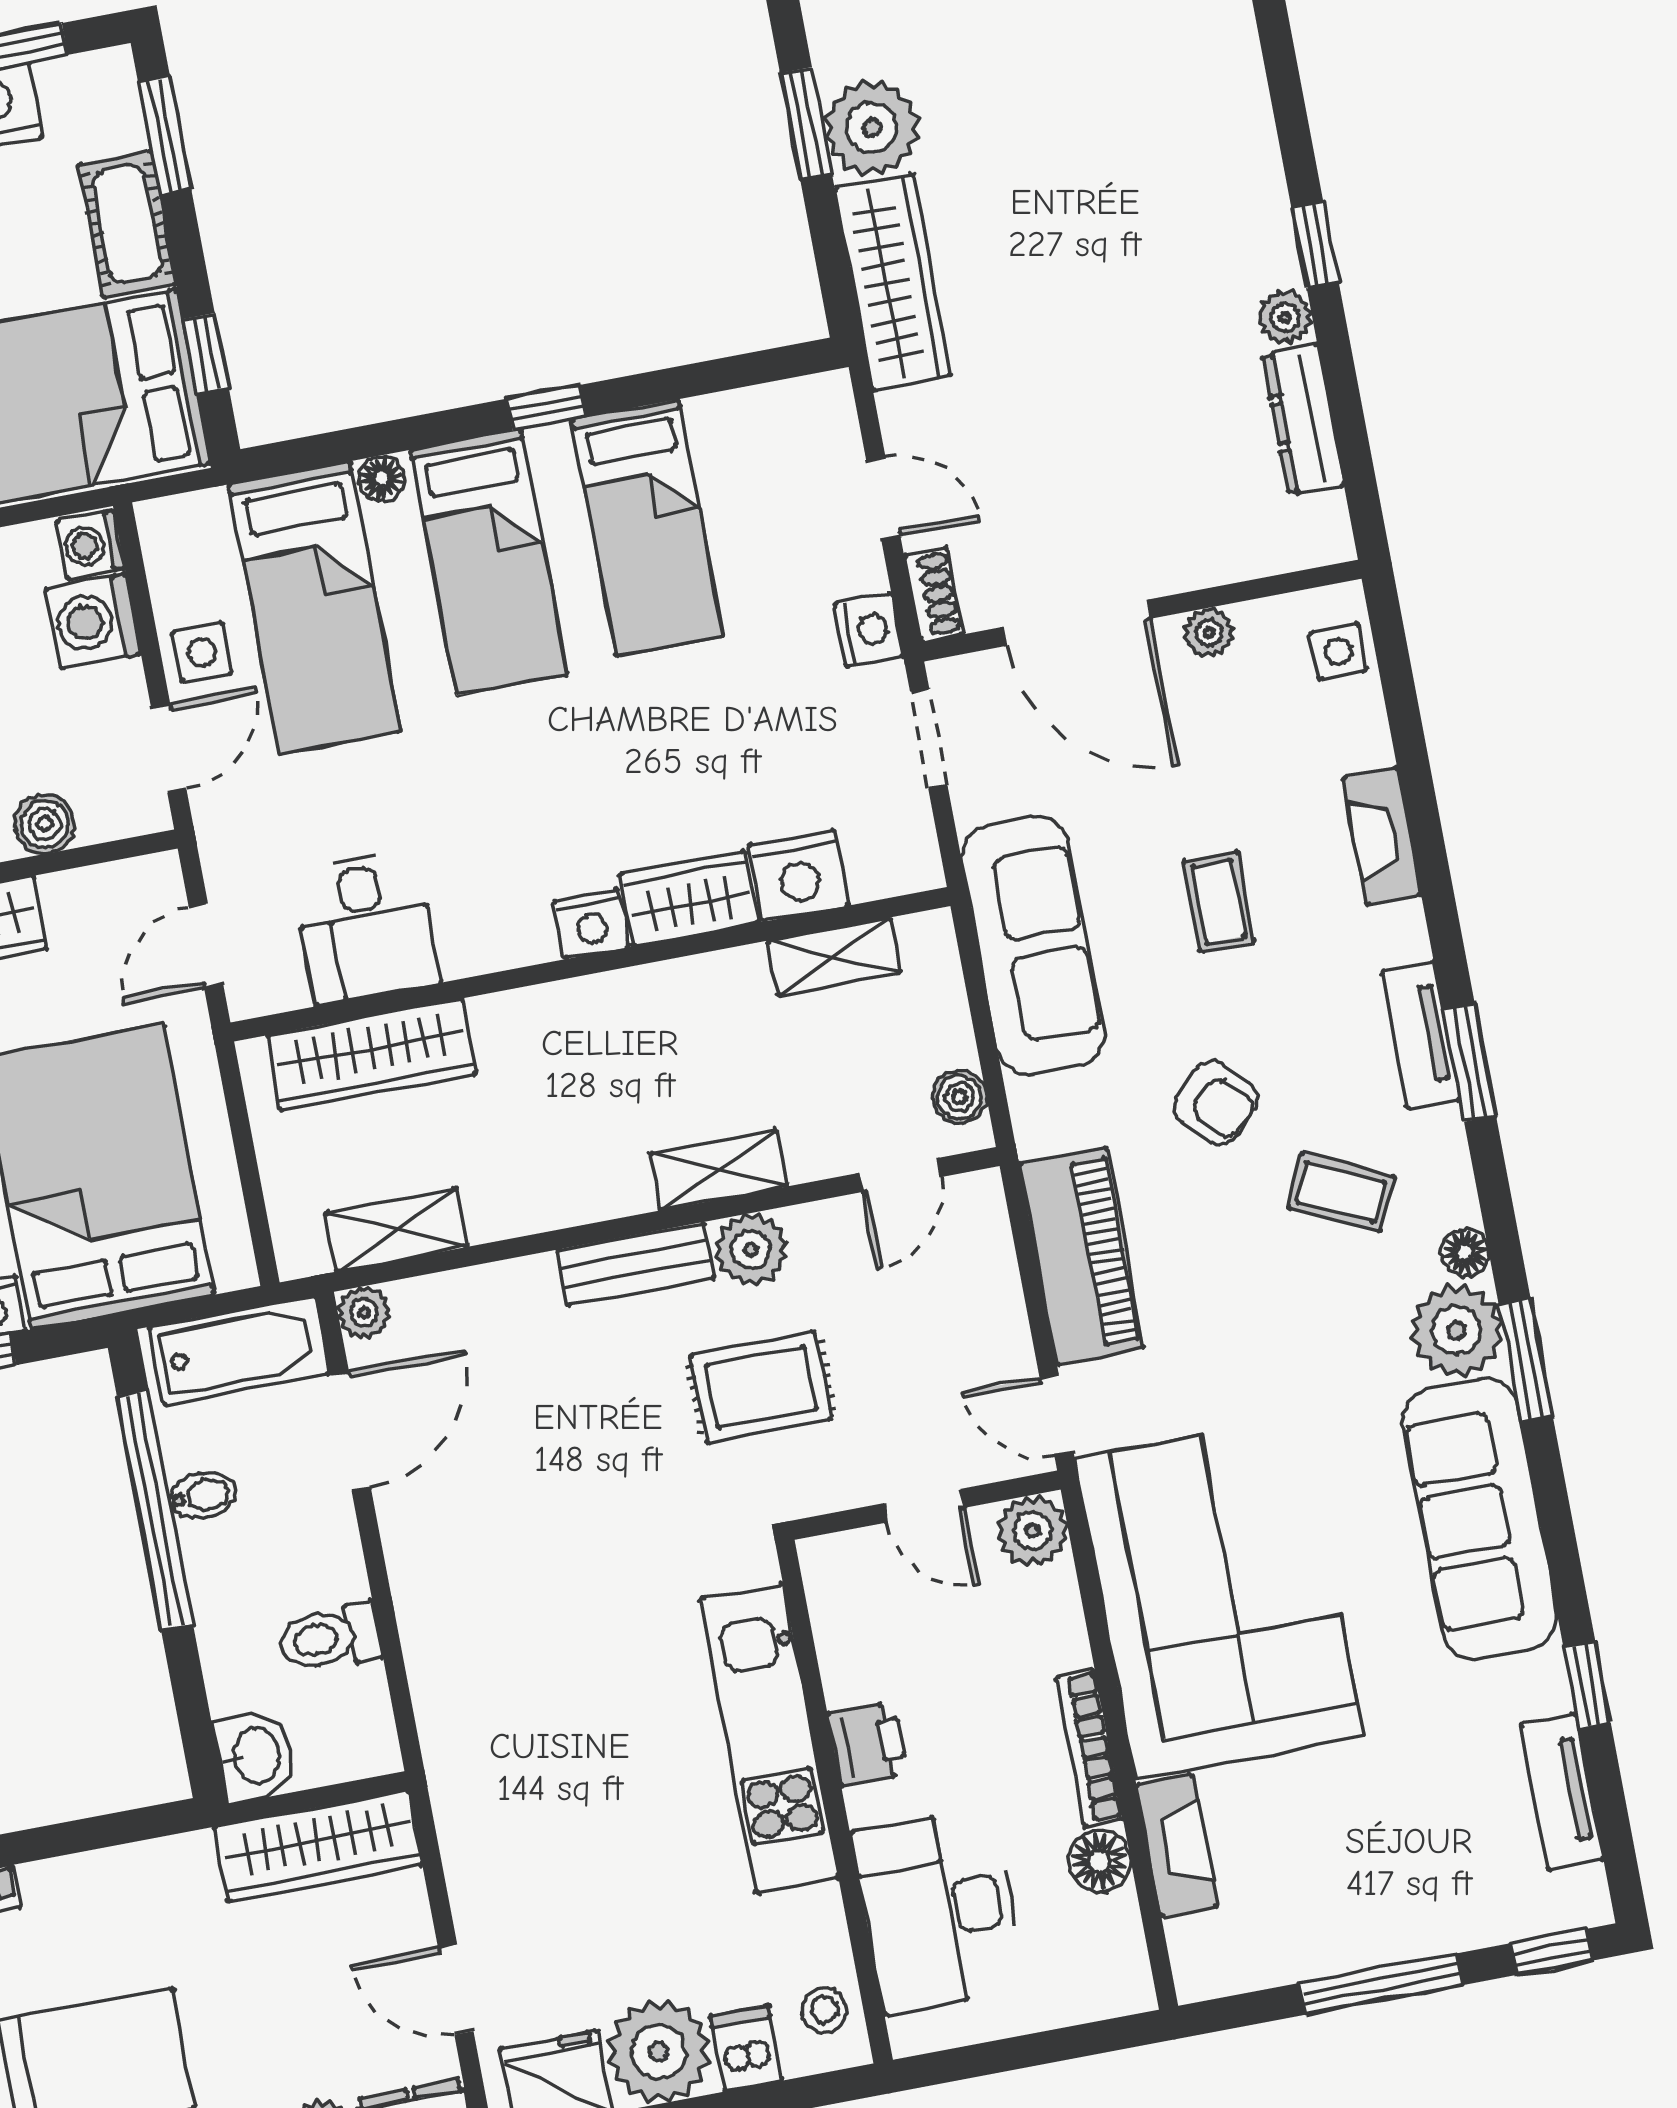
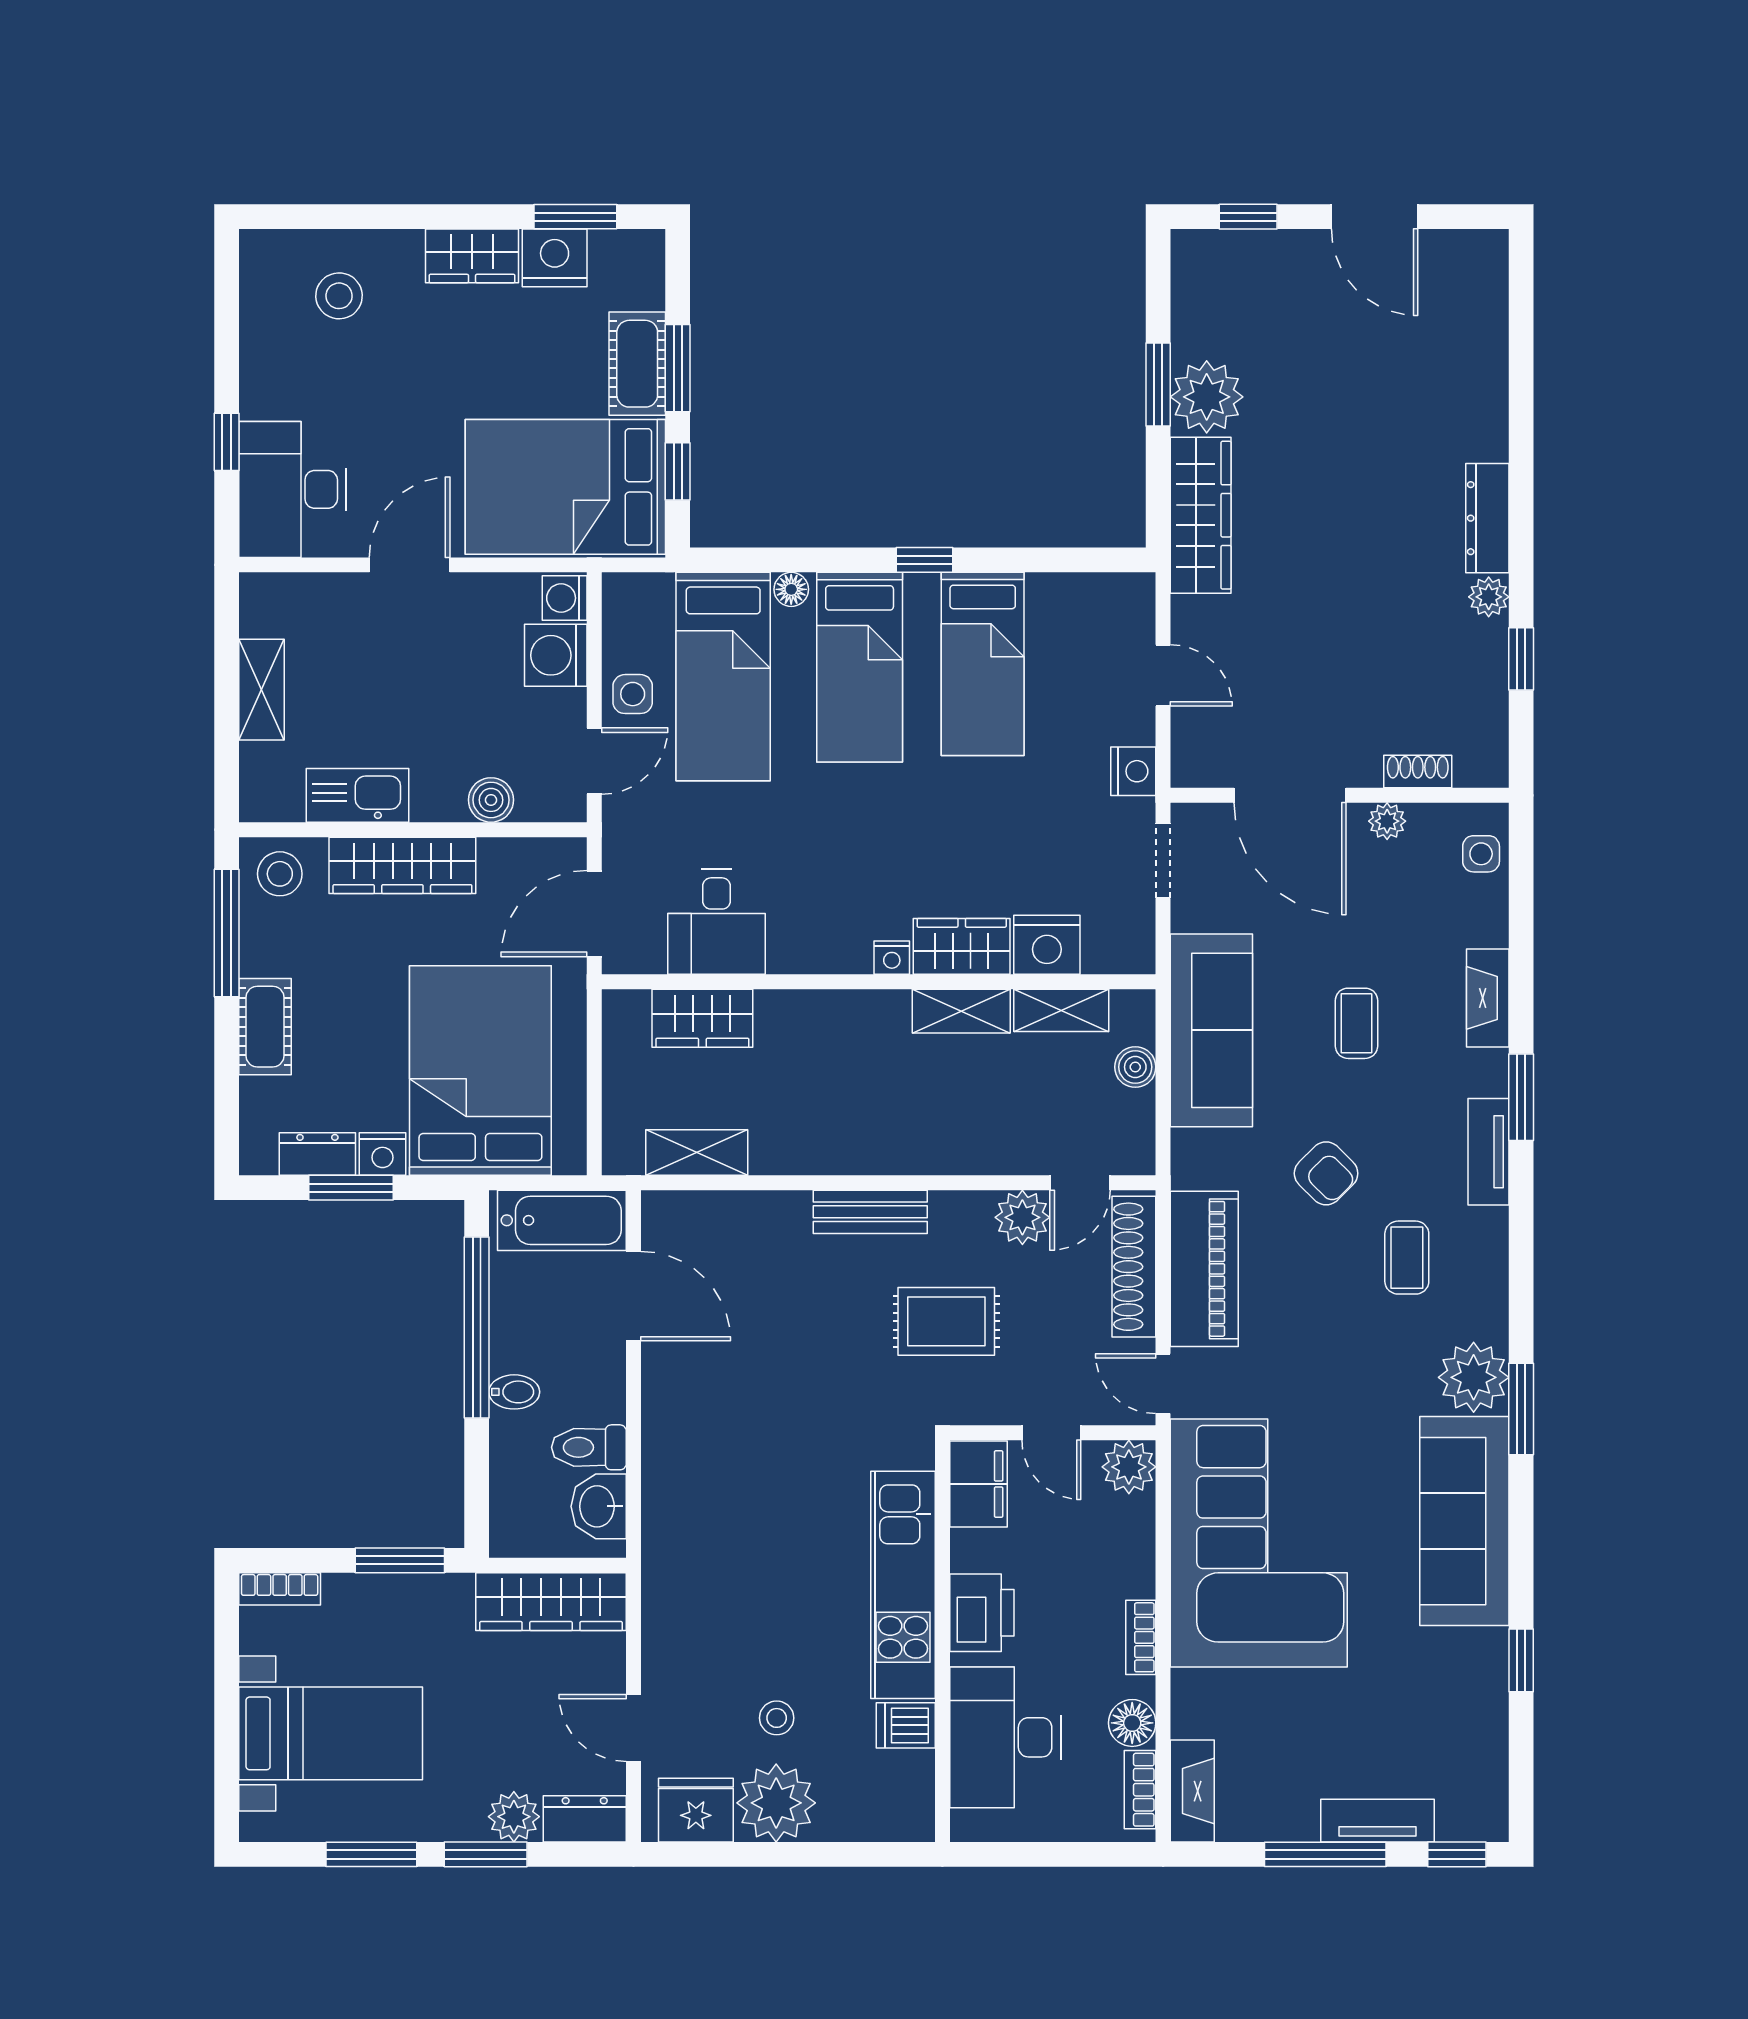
window: (165, 136) -> (678, 368), moved
window: (1315, 245) -> (1521, 659), moved
dresser: (1303, 419) -> (1487, 518), moved
shoe rack: (933, 595) -> (1418, 772), moved, turned -90
nightstand: (591, 924) -> (892, 958), width x0.72, depth x0.74
door: (206, 946) -> (594, 914), width x1.38
wardrobe: (371, 1055) -> (702, 1018), width x0.67
window: (1469, 1062) -> (1521, 1097), moved
boiler: (959, 1097) -> (1135, 1067), moved
shelving: (719, 1170) -> (961, 1011), moved
coffee table: (1341, 1192) -> (1407, 1258), turned 65
plant: (751, 1250) -> (1022, 1217), moved
floor lamp: (1465, 1252) -> (1491, 1320), removed
shoe rack: (990, 1270) -> (1134, 1267), added
plant: (364, 1312) -> (660, 1210), removed
door: (350, 1431) -> (634, 1296), hinge flipped
bidet: (203, 1496) -> (514, 1392), moved
filing cabinet: (842, 1590) -> (978, 1484), added
printer: (868, 1743) -> (982, 1613), width x1.36, depth x1.24
bookcase: (1090, 1748) -> (1141, 1637), width x0.64
washbasin: (255, 1756) -> (599, 1506), moved, turned 180
tv unit: (1562, 1792) -> (1378, 1821), moved, turned 90
window: (113, 1830) -> (400, 1560), added
fireplace: (1177, 1845) -> (1192, 1791), moved
bookcase: (1126, 1945) -> (1140, 1790), added
stool: (824, 2010) -> (777, 1718), moved
dishwasher: (746, 2048) -> (906, 1725), moved, turned -90

